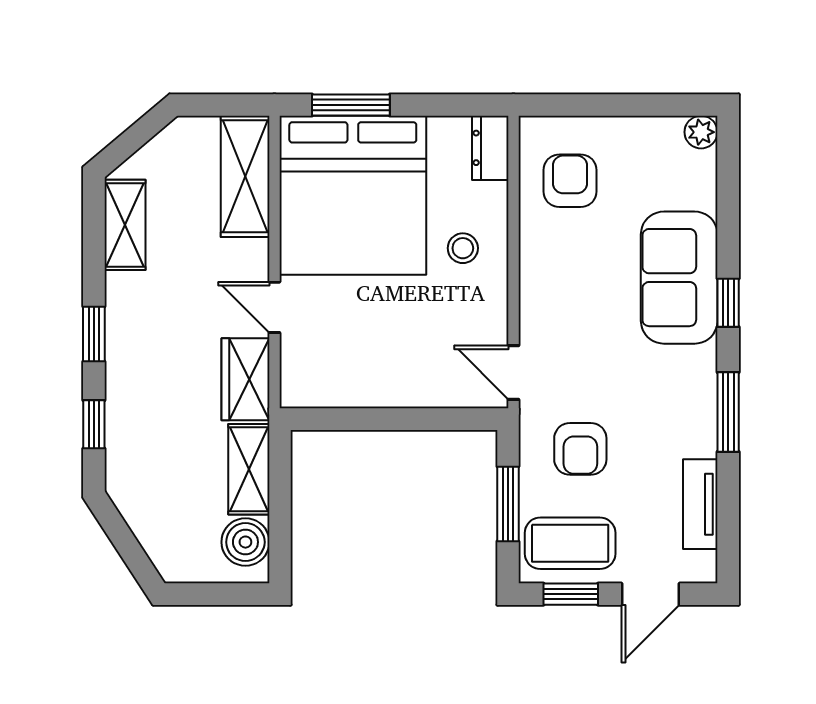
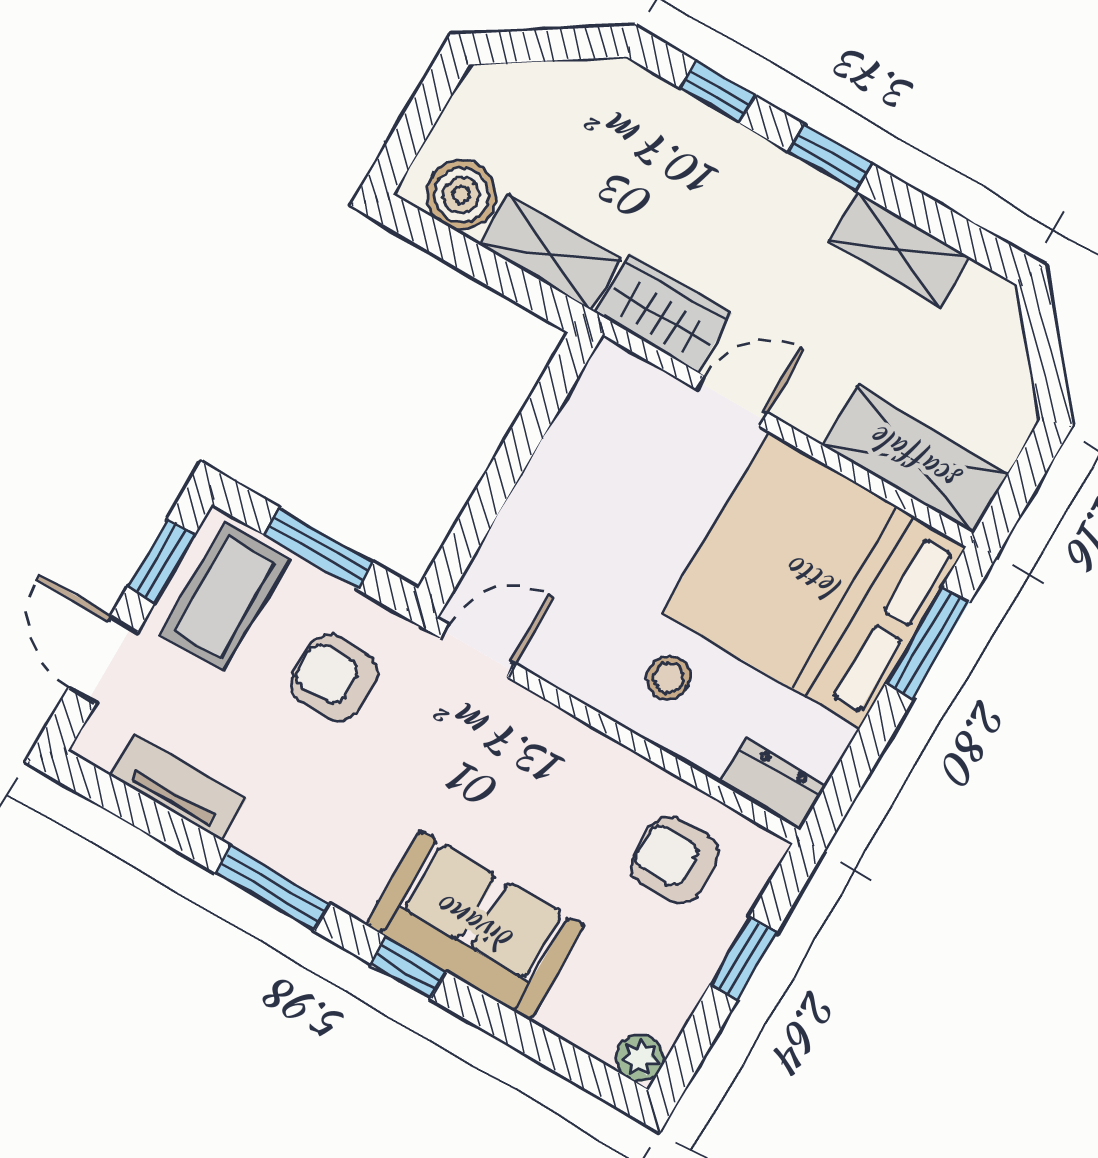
window: (605, 105) -> (743, 958), added
armchair: (570, 181) -> (675, 860), turned 180
shelving: (125, 225) -> (898, 249), moved

